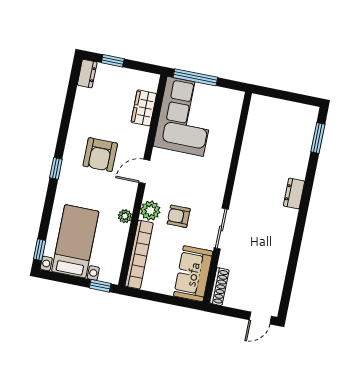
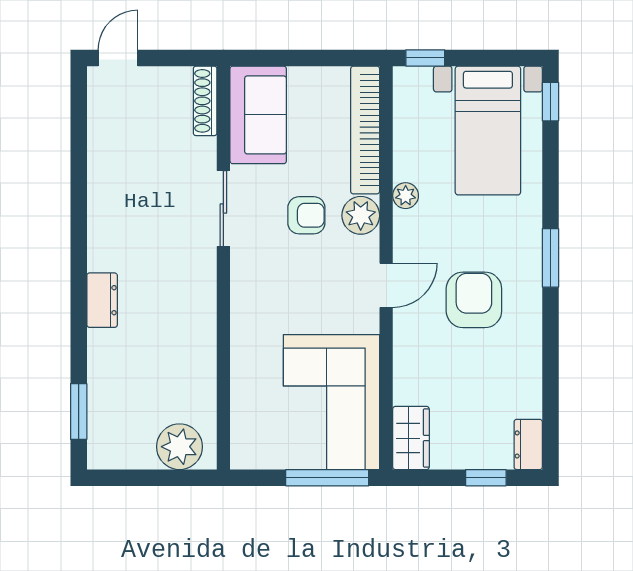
wardrobe: (144, 108) -> (411, 438), moved
plant: (269, 109) -> (179, 447), added
window: (56, 168) -> (550, 258), width x1.50

